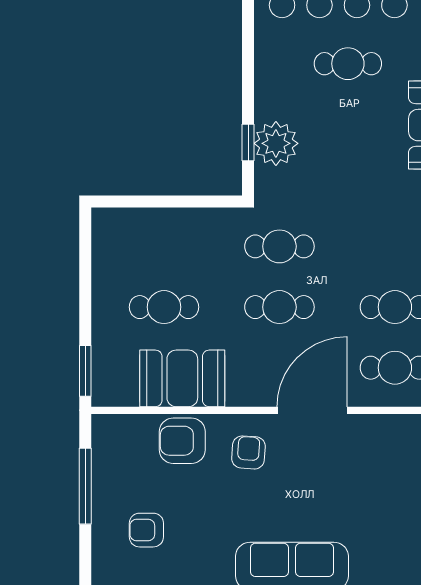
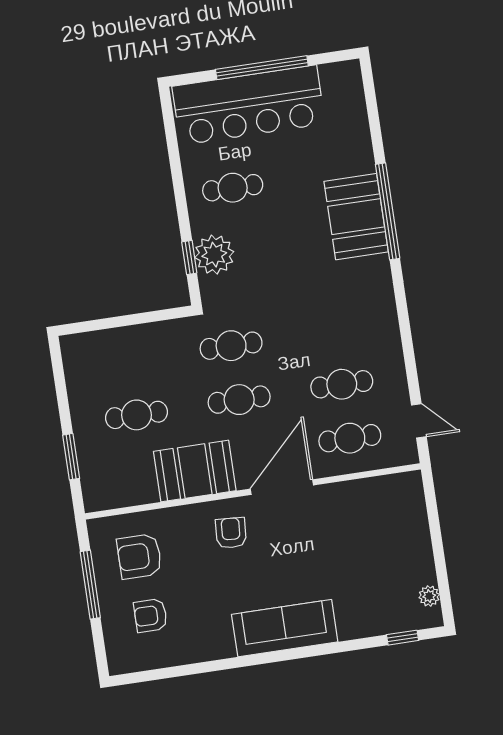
cafe table: (348, 64) -> (233, 188), moved
window: (85, 371) -> (71, 457), moved
booth: (182, 378) -> (195, 471), moved
armchair: (182, 441) -> (139, 556), moved

